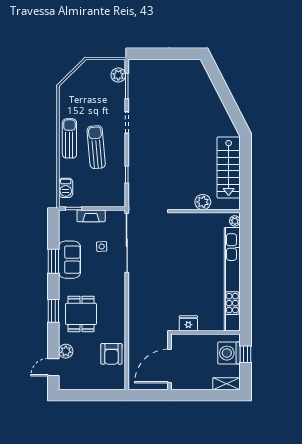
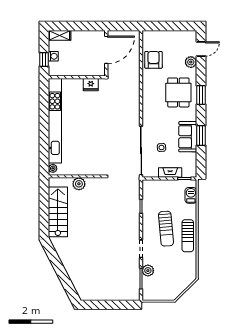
plant: (118, 75) -> (148, 271), moved
washing machine: (229, 353) -> (53, 56), width x0.53, depth x0.53

